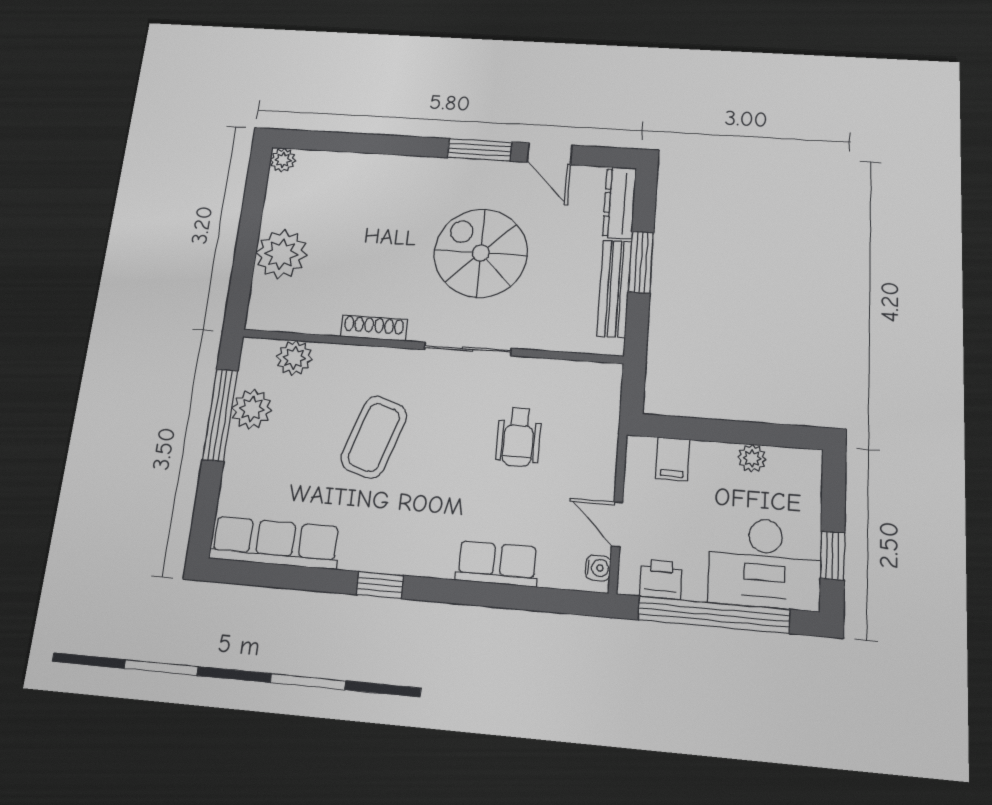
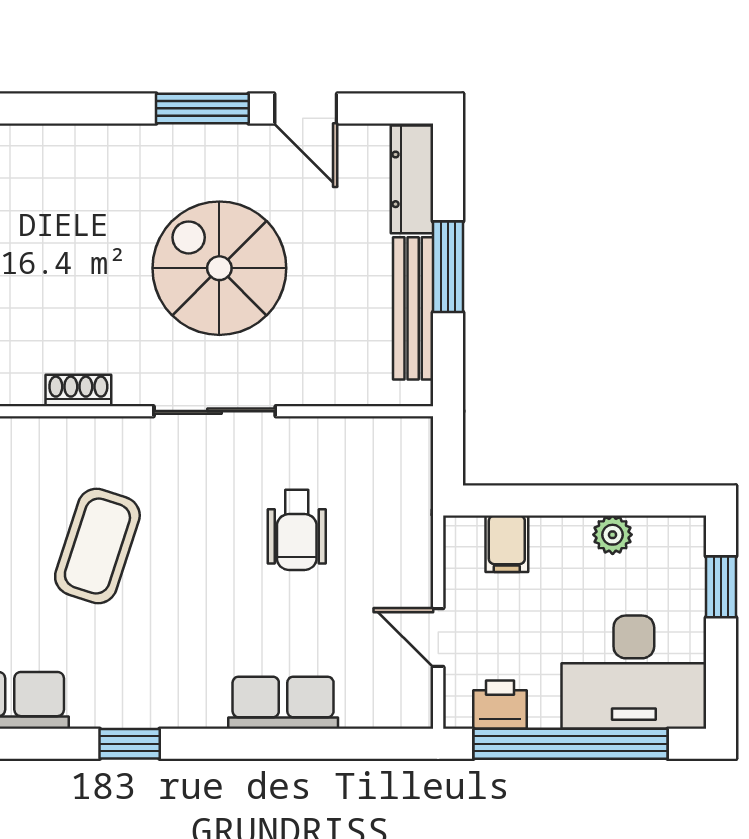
shoe rack: (374, 328) -> (78, 390), width x0.70
window: (833, 556) -> (721, 587), moved
water cooler: (598, 568) -> (417, 697), removed

